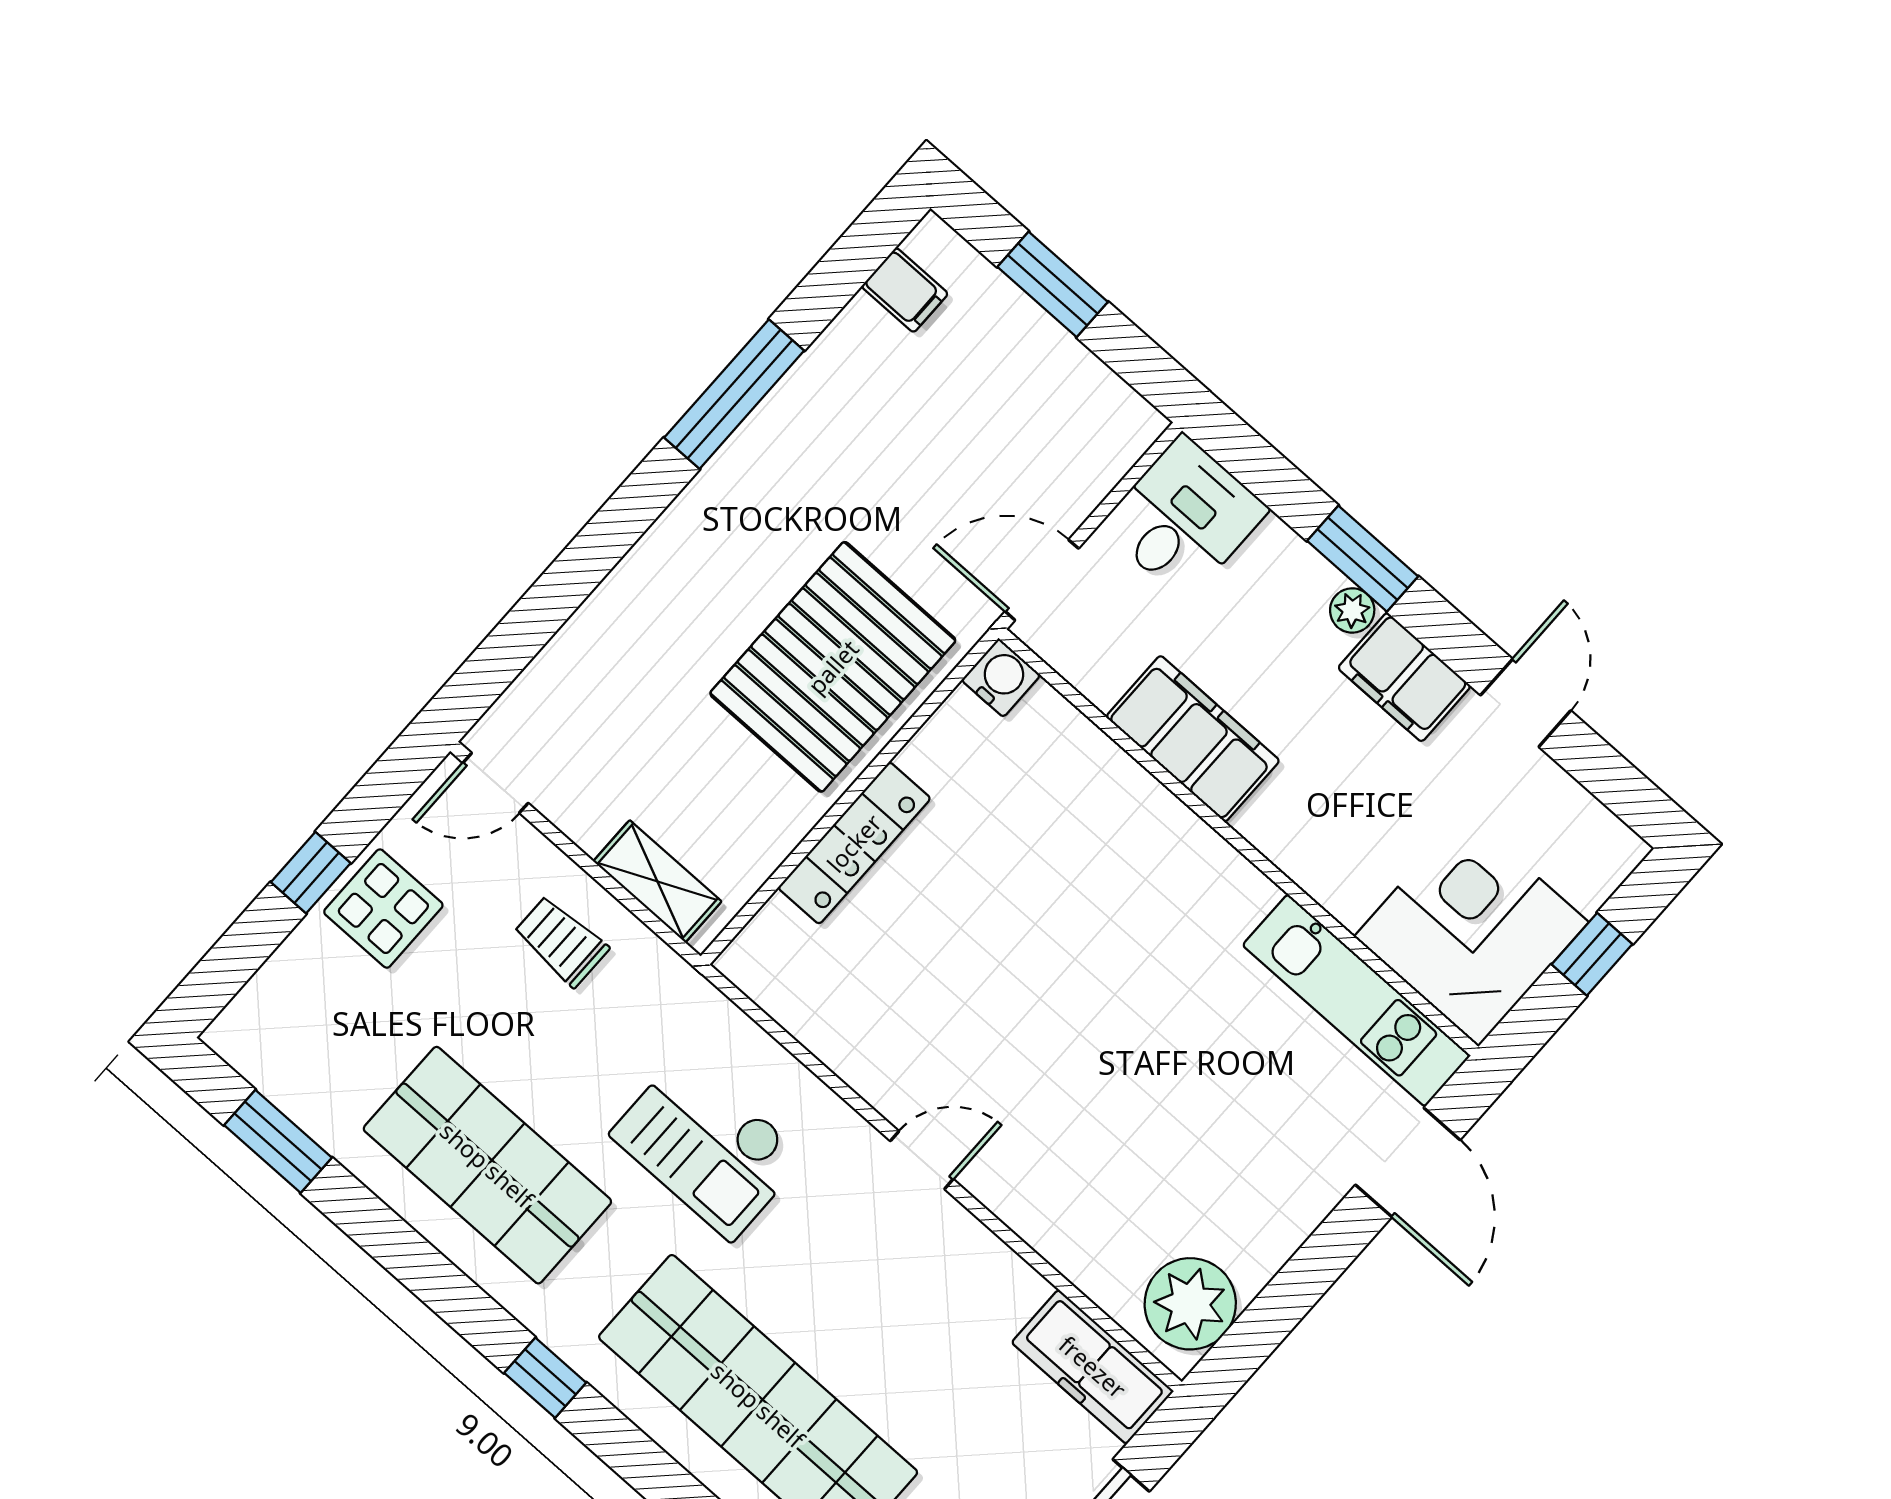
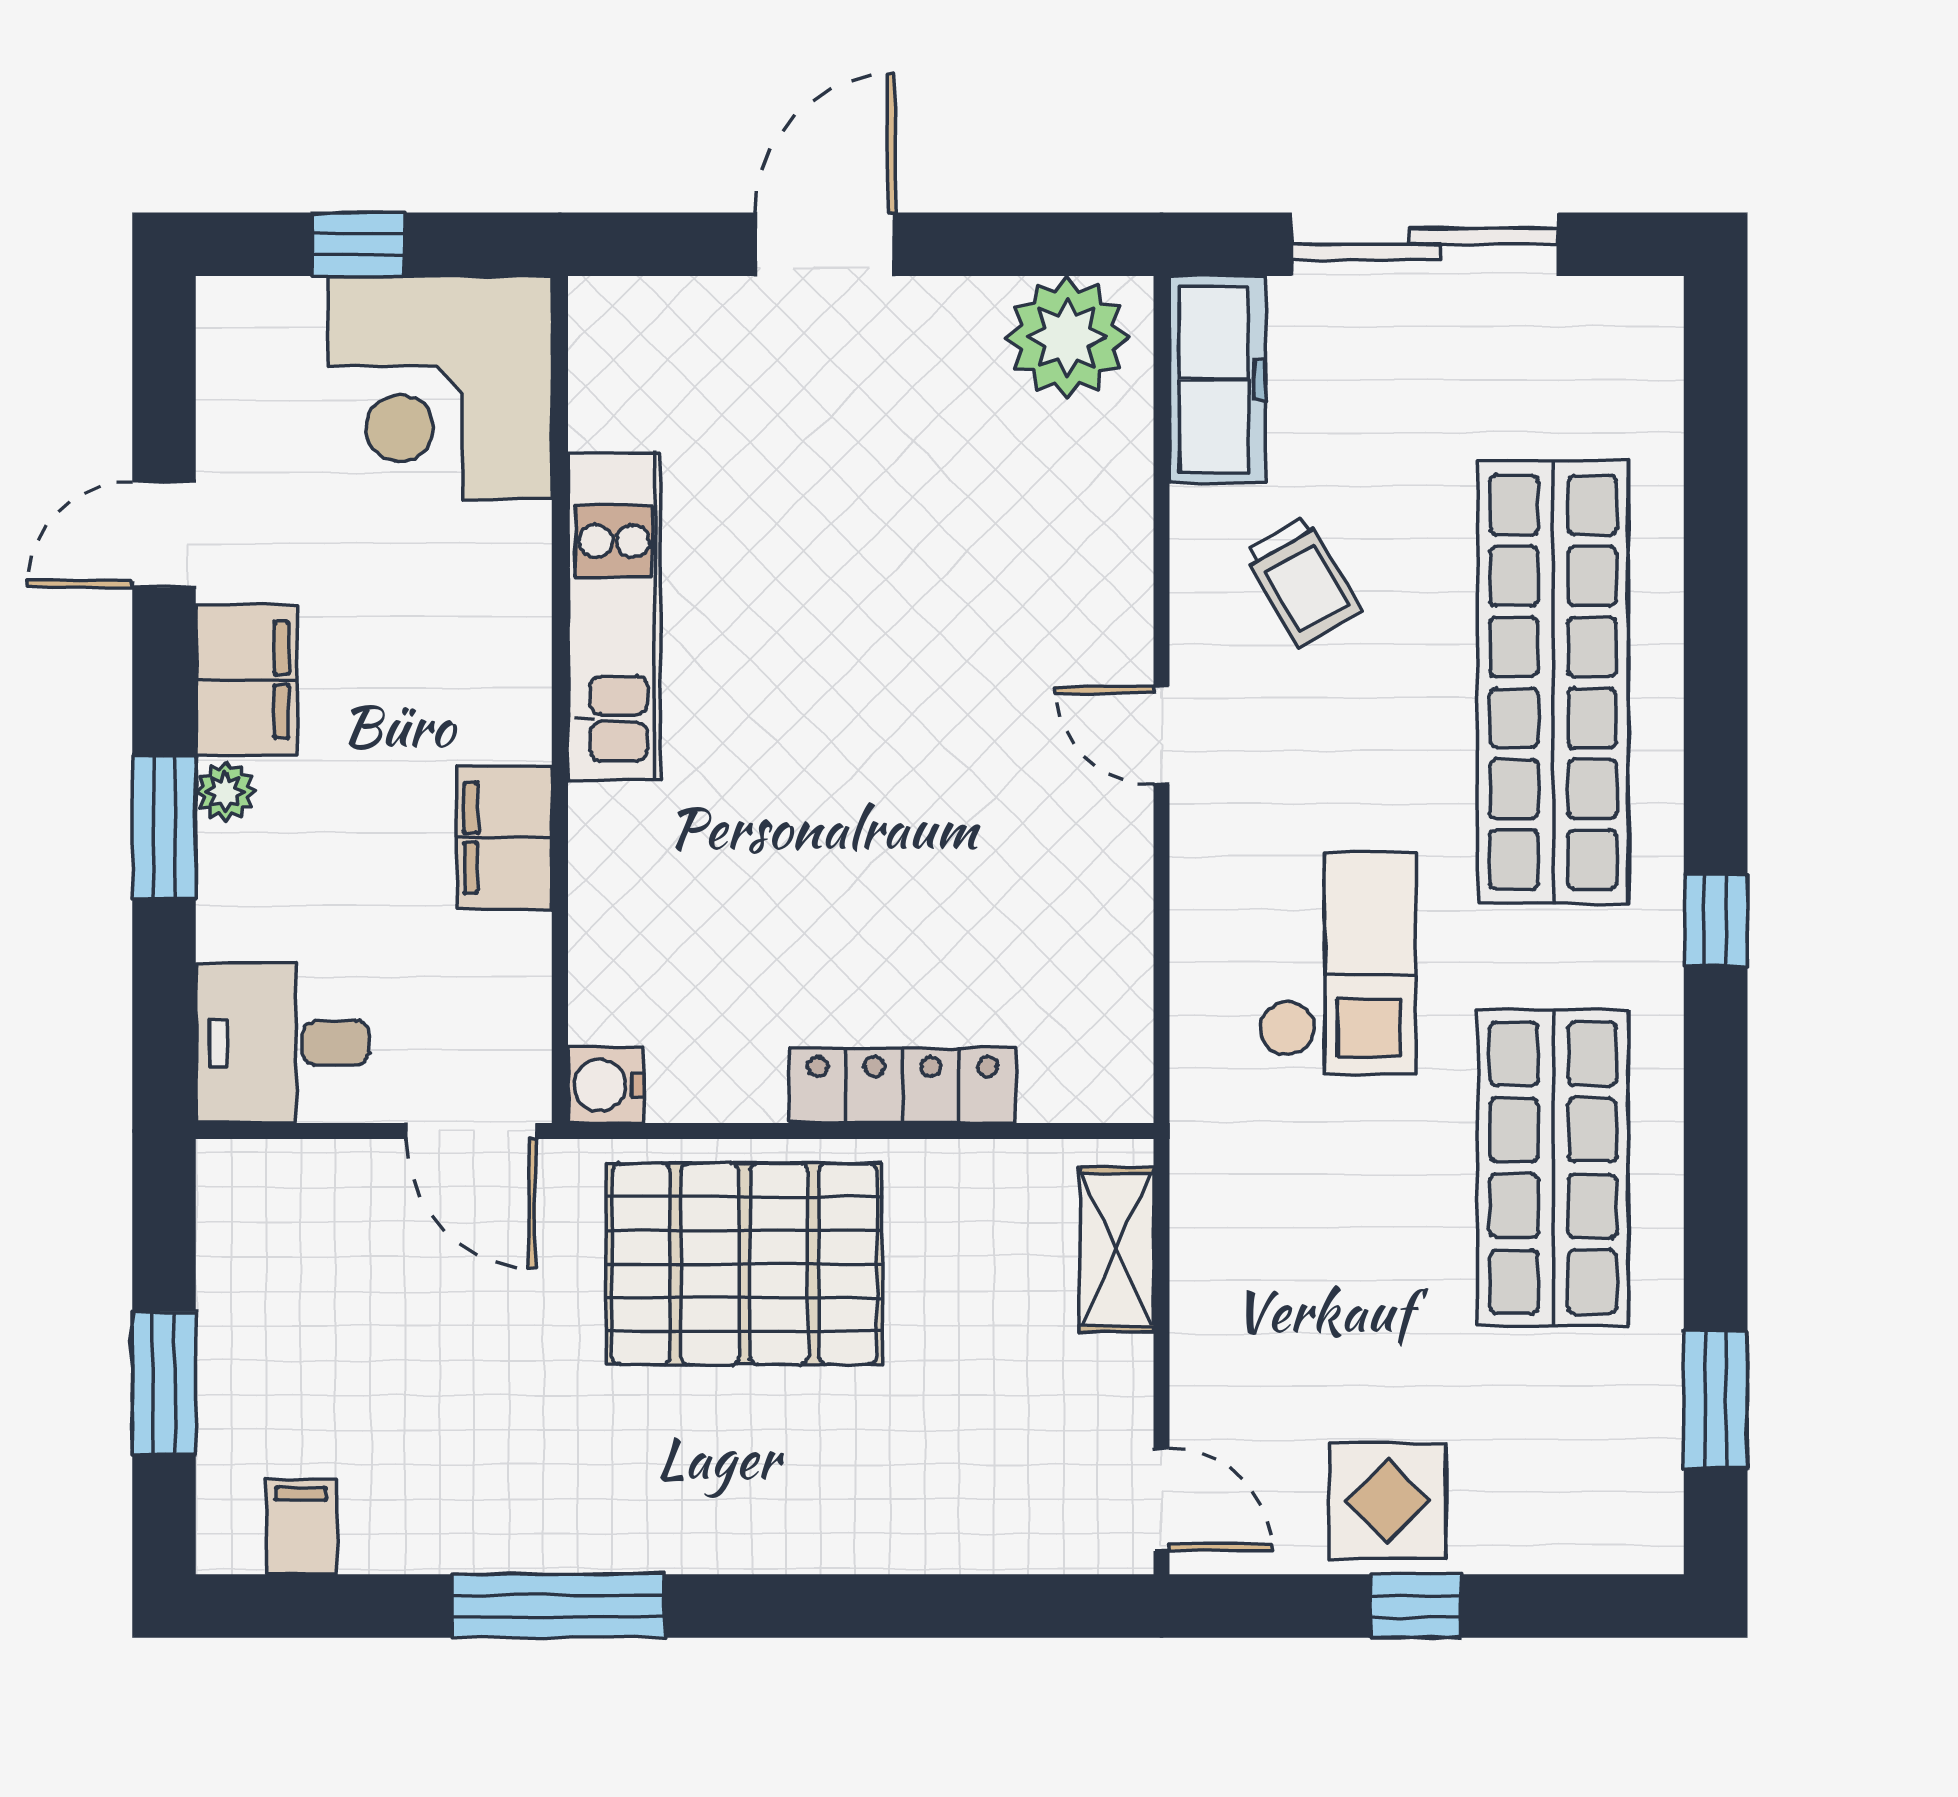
filing cabinet: (1193, 739) -> (504, 838), width x0.67, depth x0.86
trolley: (561, 941) -> (1303, 582), moved, turned -30
kitchen unit: (1356, 1000) -> (614, 617), moved
door: (1408, 1162) -> (825, 244), moved

